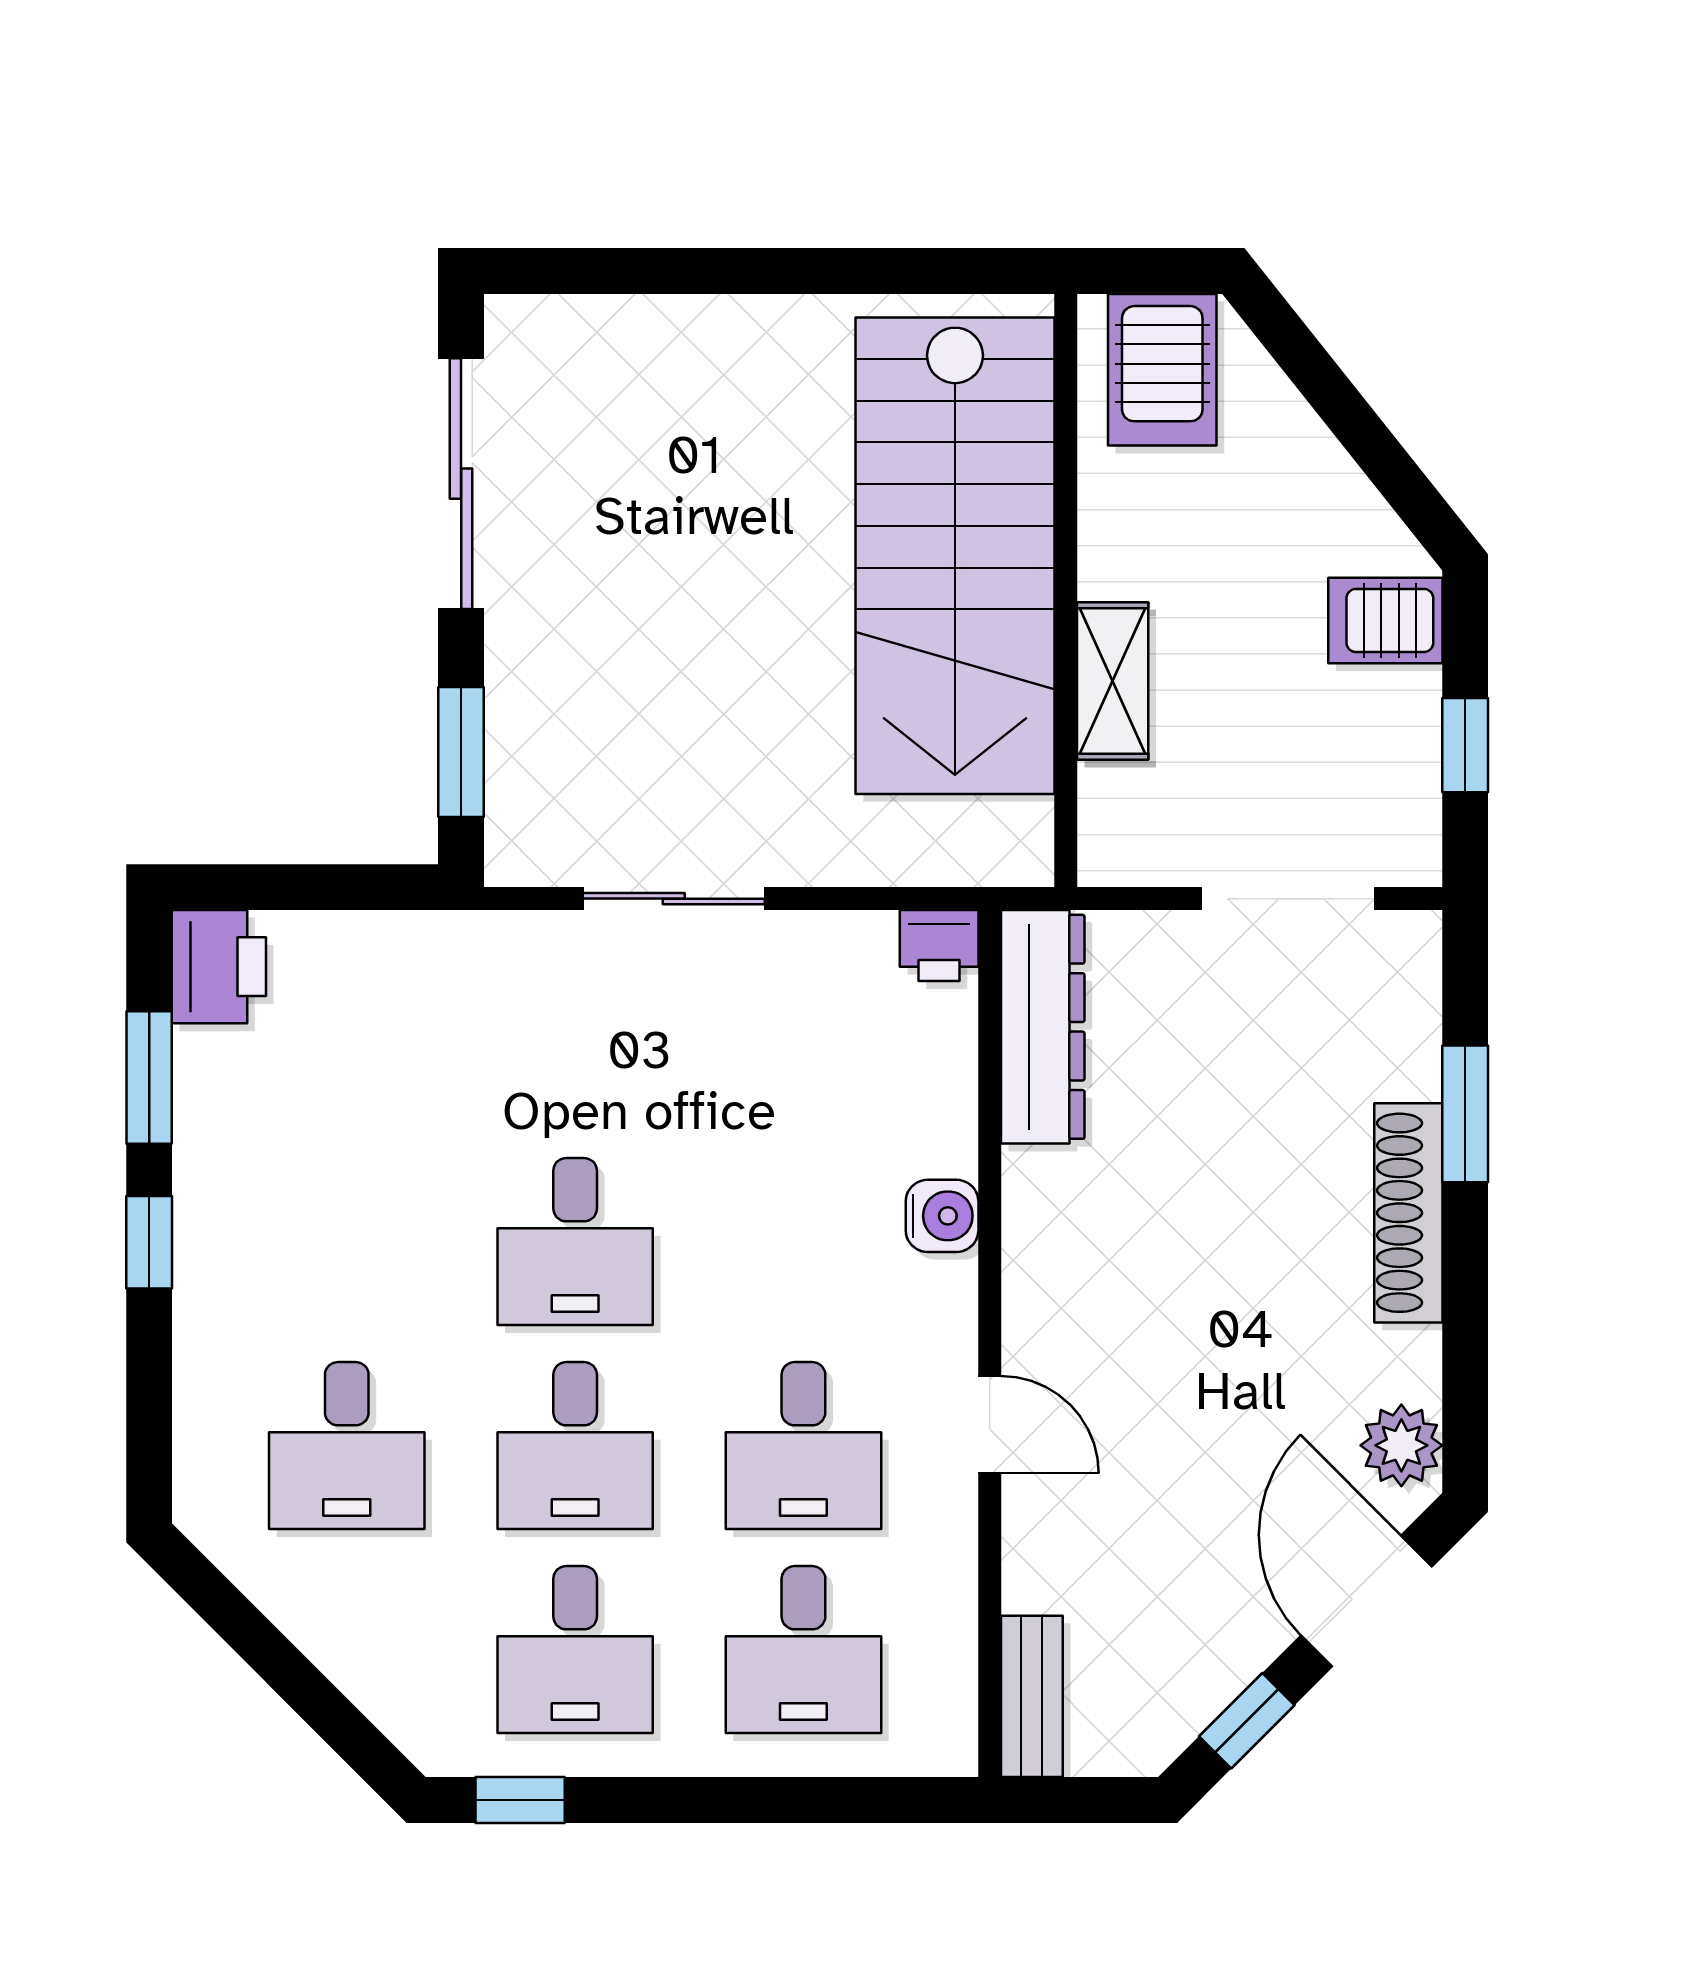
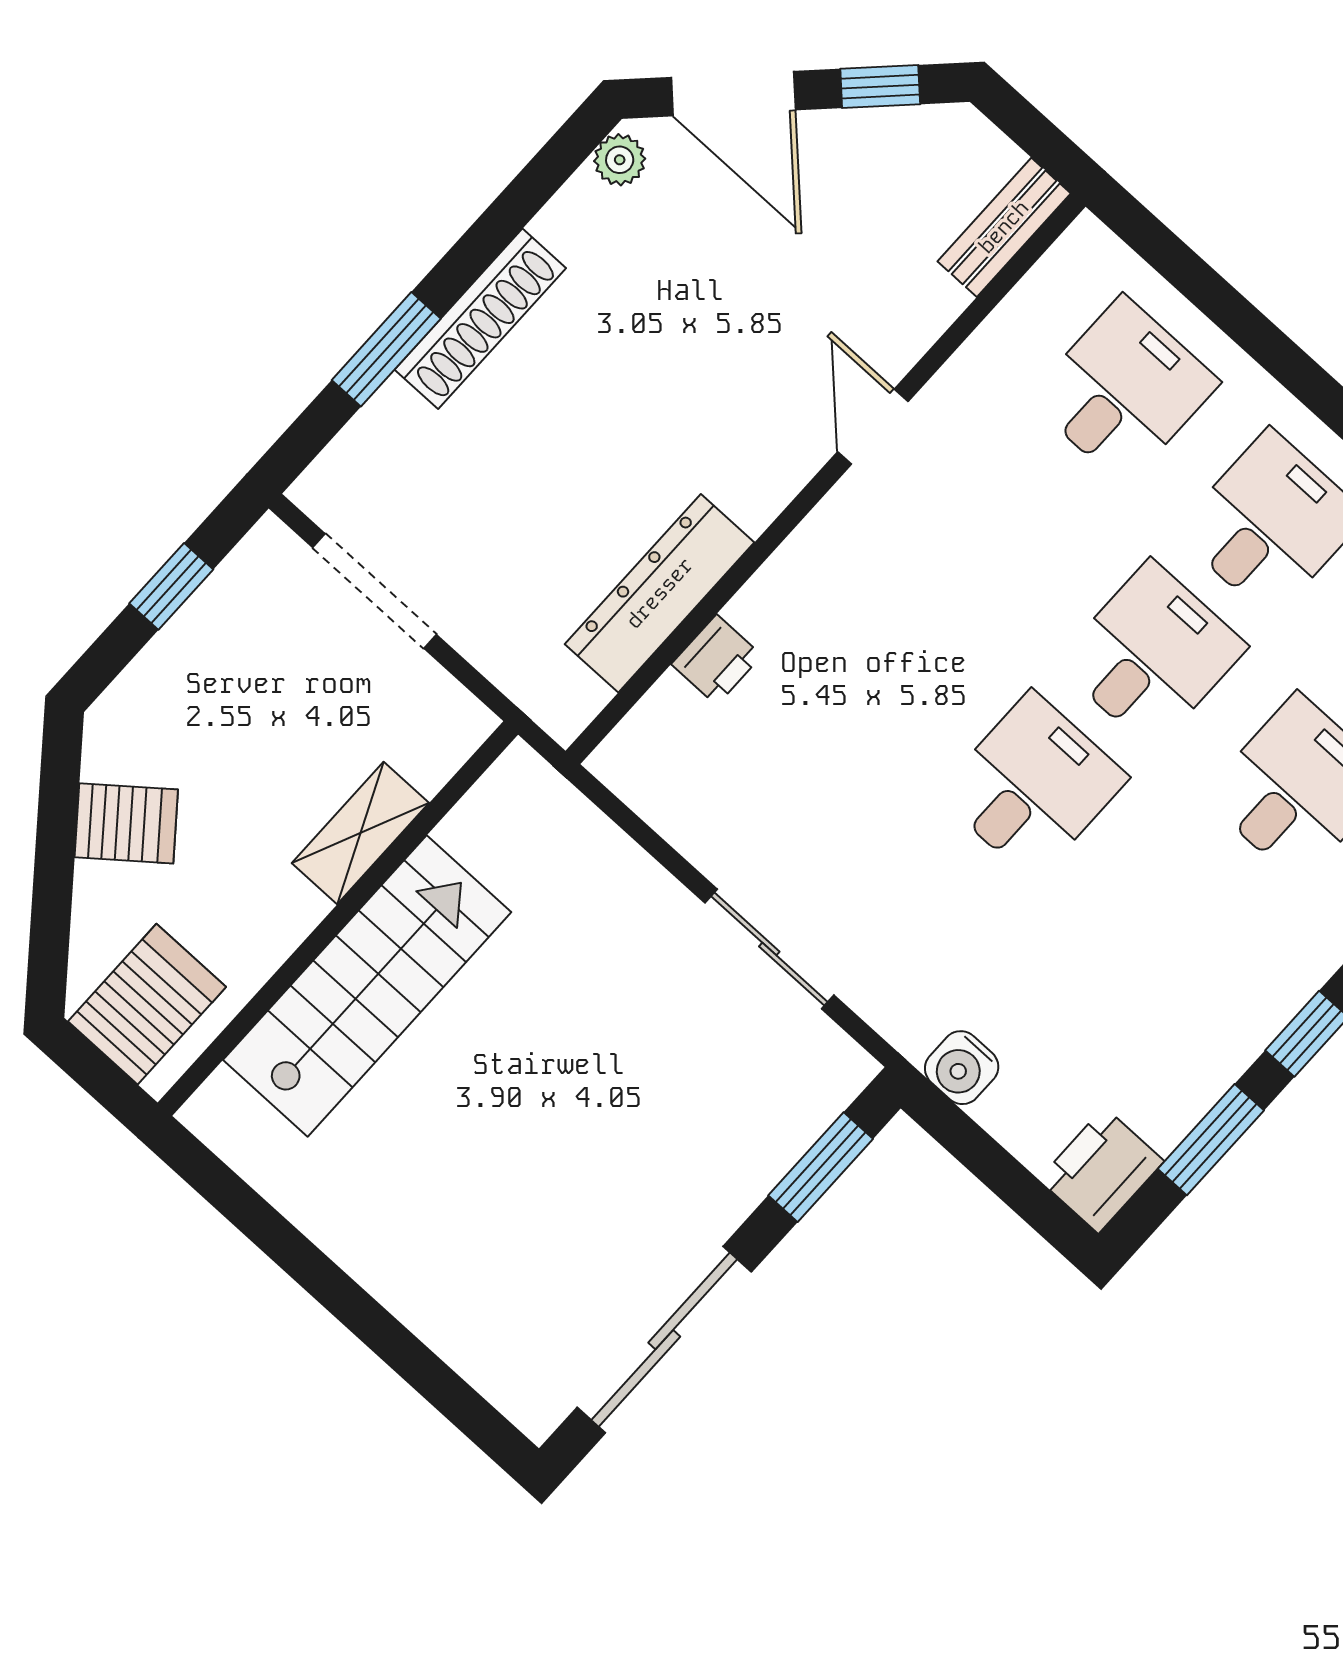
stairs: (955, 556) -> (367, 986), width x0.73, depth x0.66
server rack: (1385, 620) -> (126, 823), moved, turned -39
printer: (939, 946) -> (717, 660), moved, turned 90
dresser: (1043, 1027) -> (660, 593), moved
water cooler: (942, 1216) -> (962, 1068), moved, turned -90
plant: (1401, 1445) -> (620, 160), width x0.73, depth x0.73
desk: (803, 1446) -> (1005, 522), removed
door: (1367, 1601) -> (733, 94), hinge flipped

